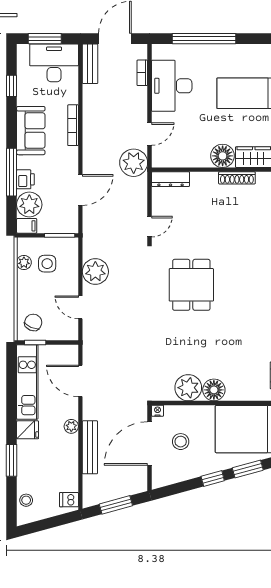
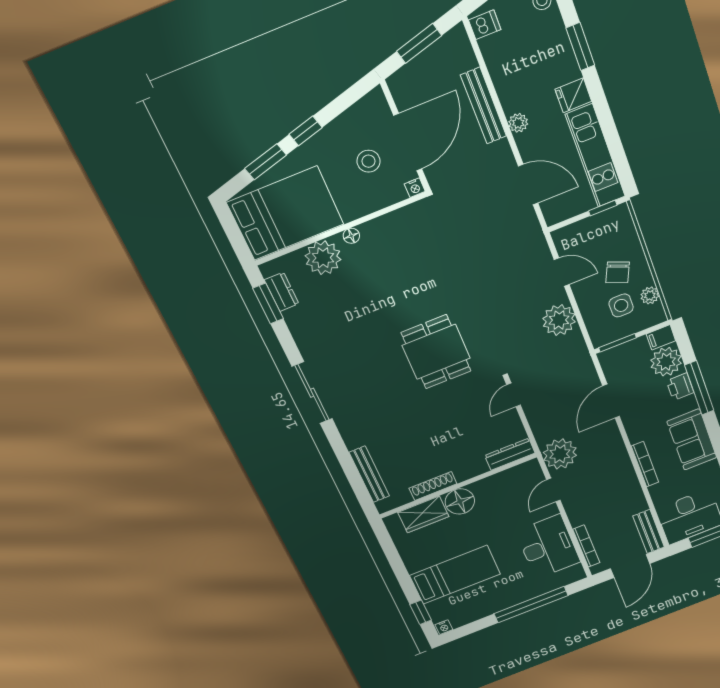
bookcase: (142, 73) -> (586, 546), width x1.56
chair: (33, 322) -> (618, 272), moved
plant: (188, 388) -> (323, 258), moved
floor lamp: (214, 390) -> (351, 236), width x0.53, depth x0.53

